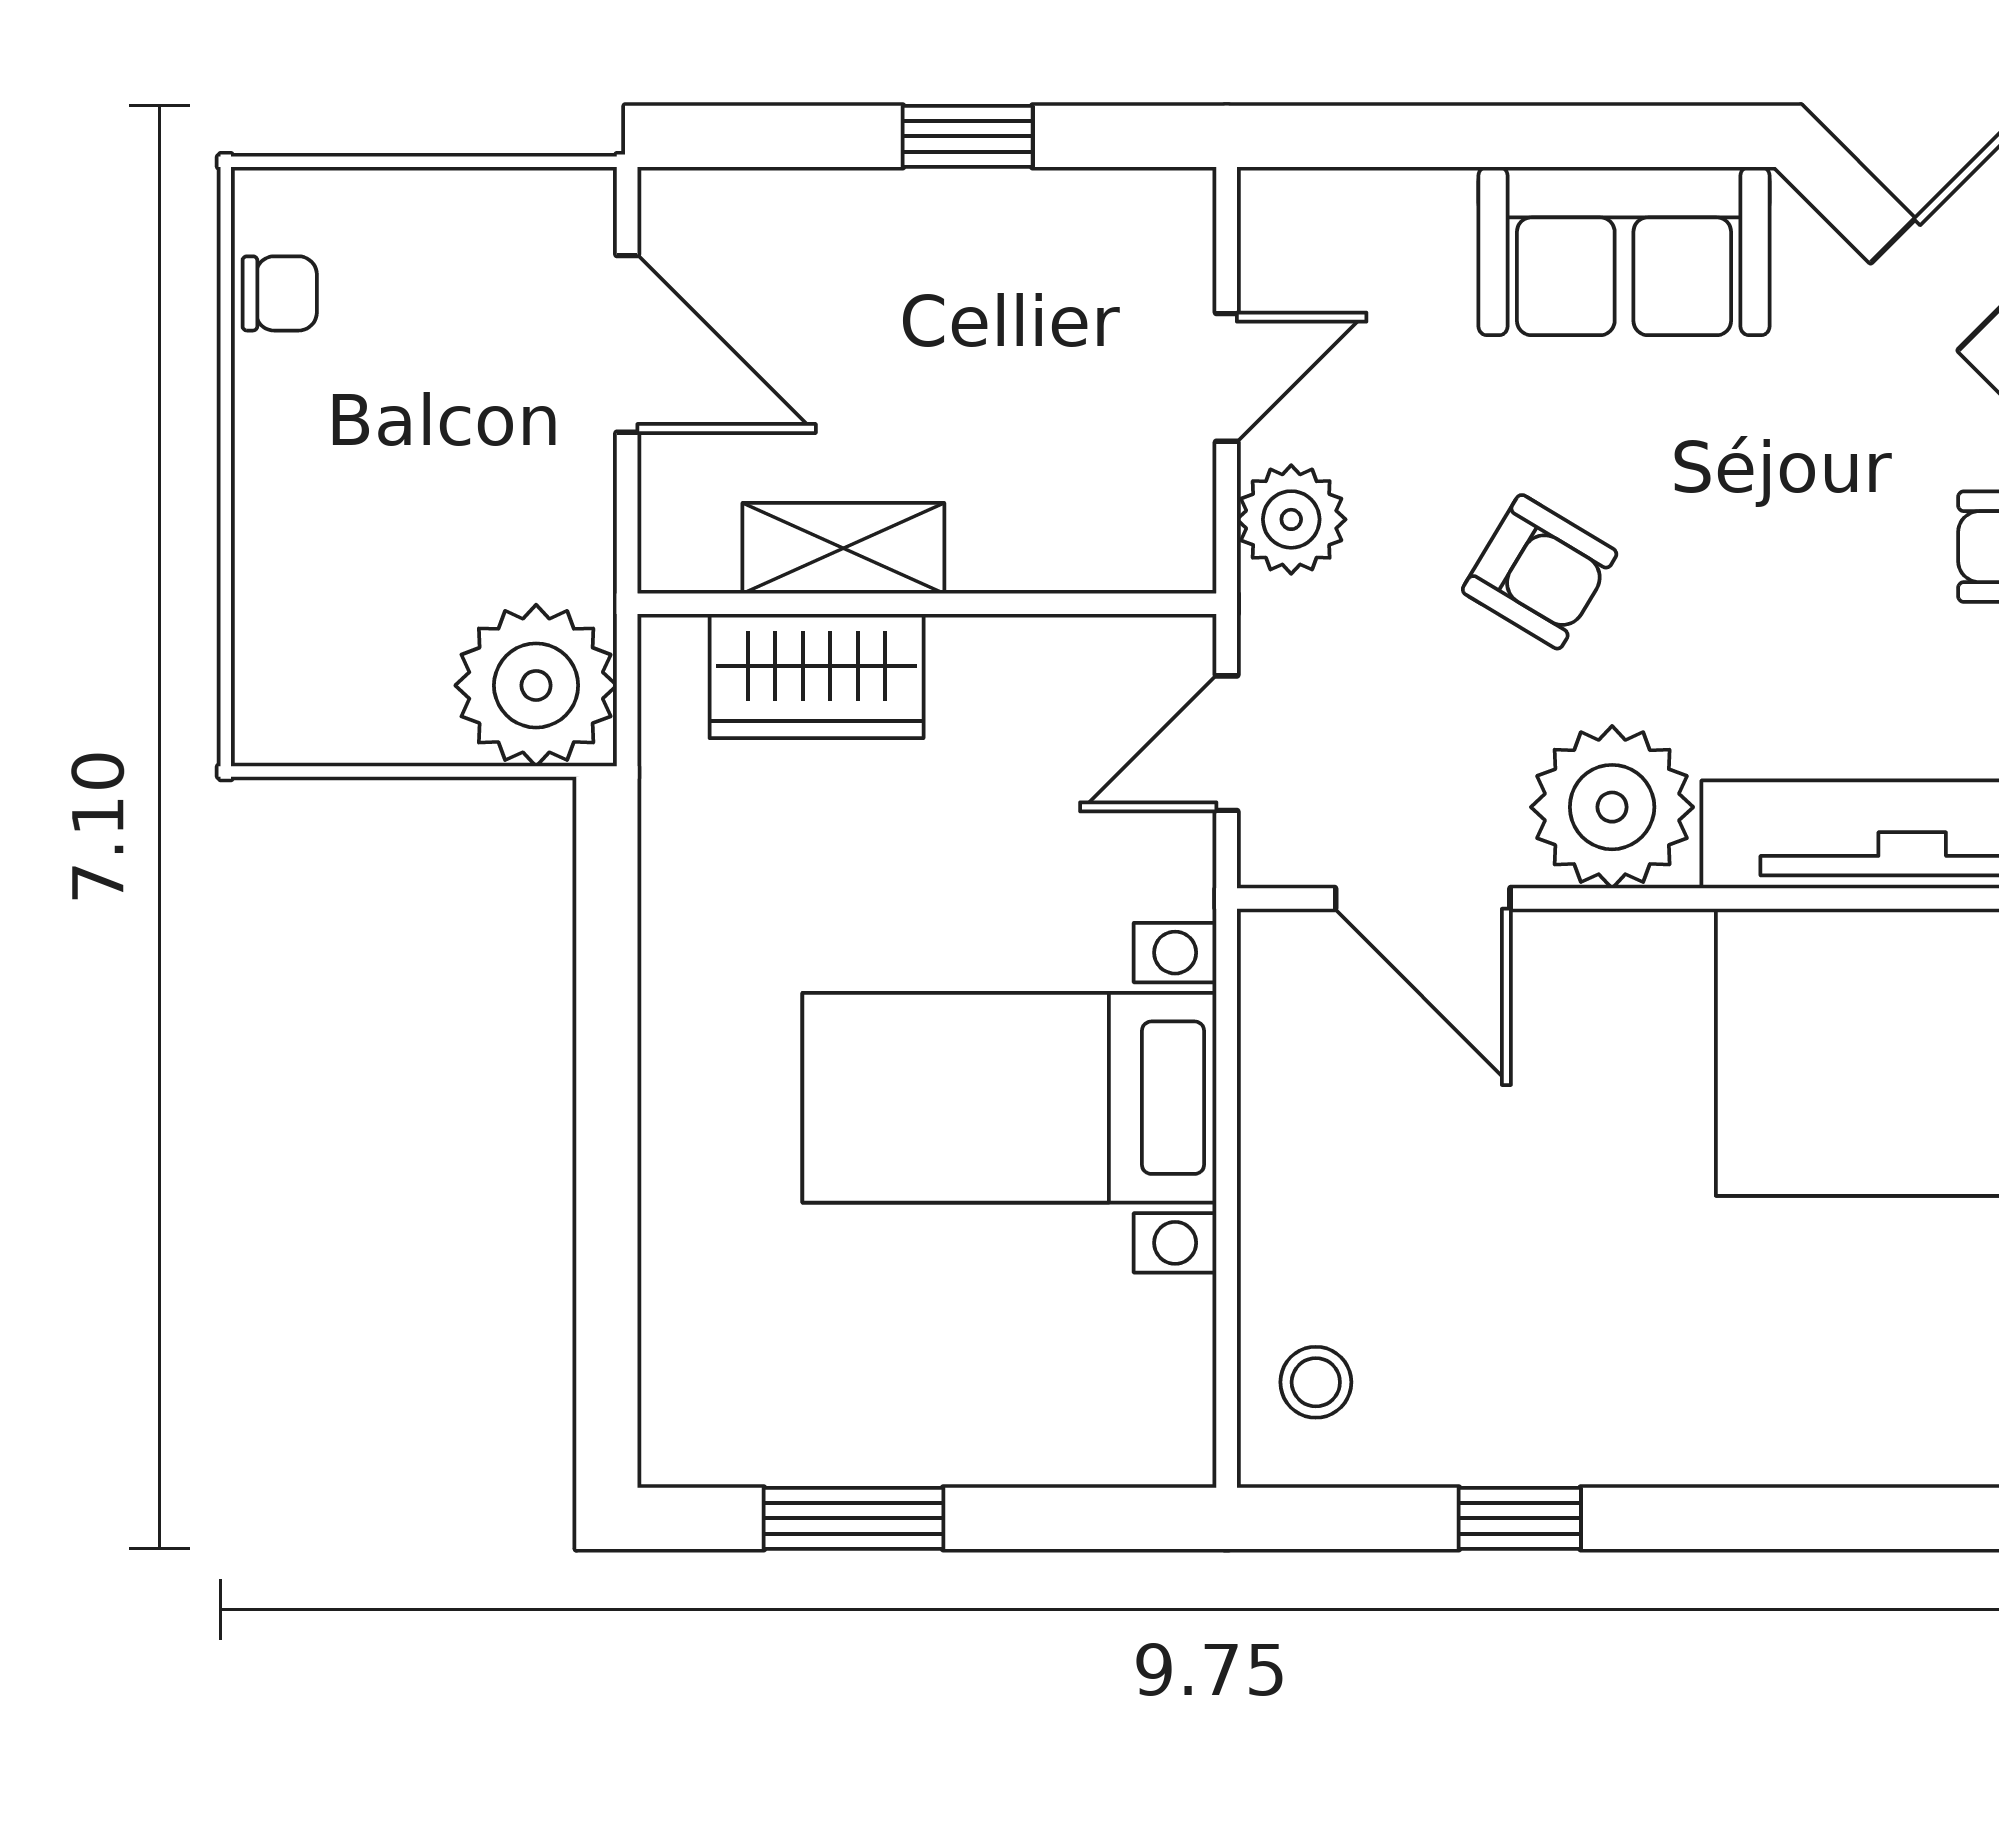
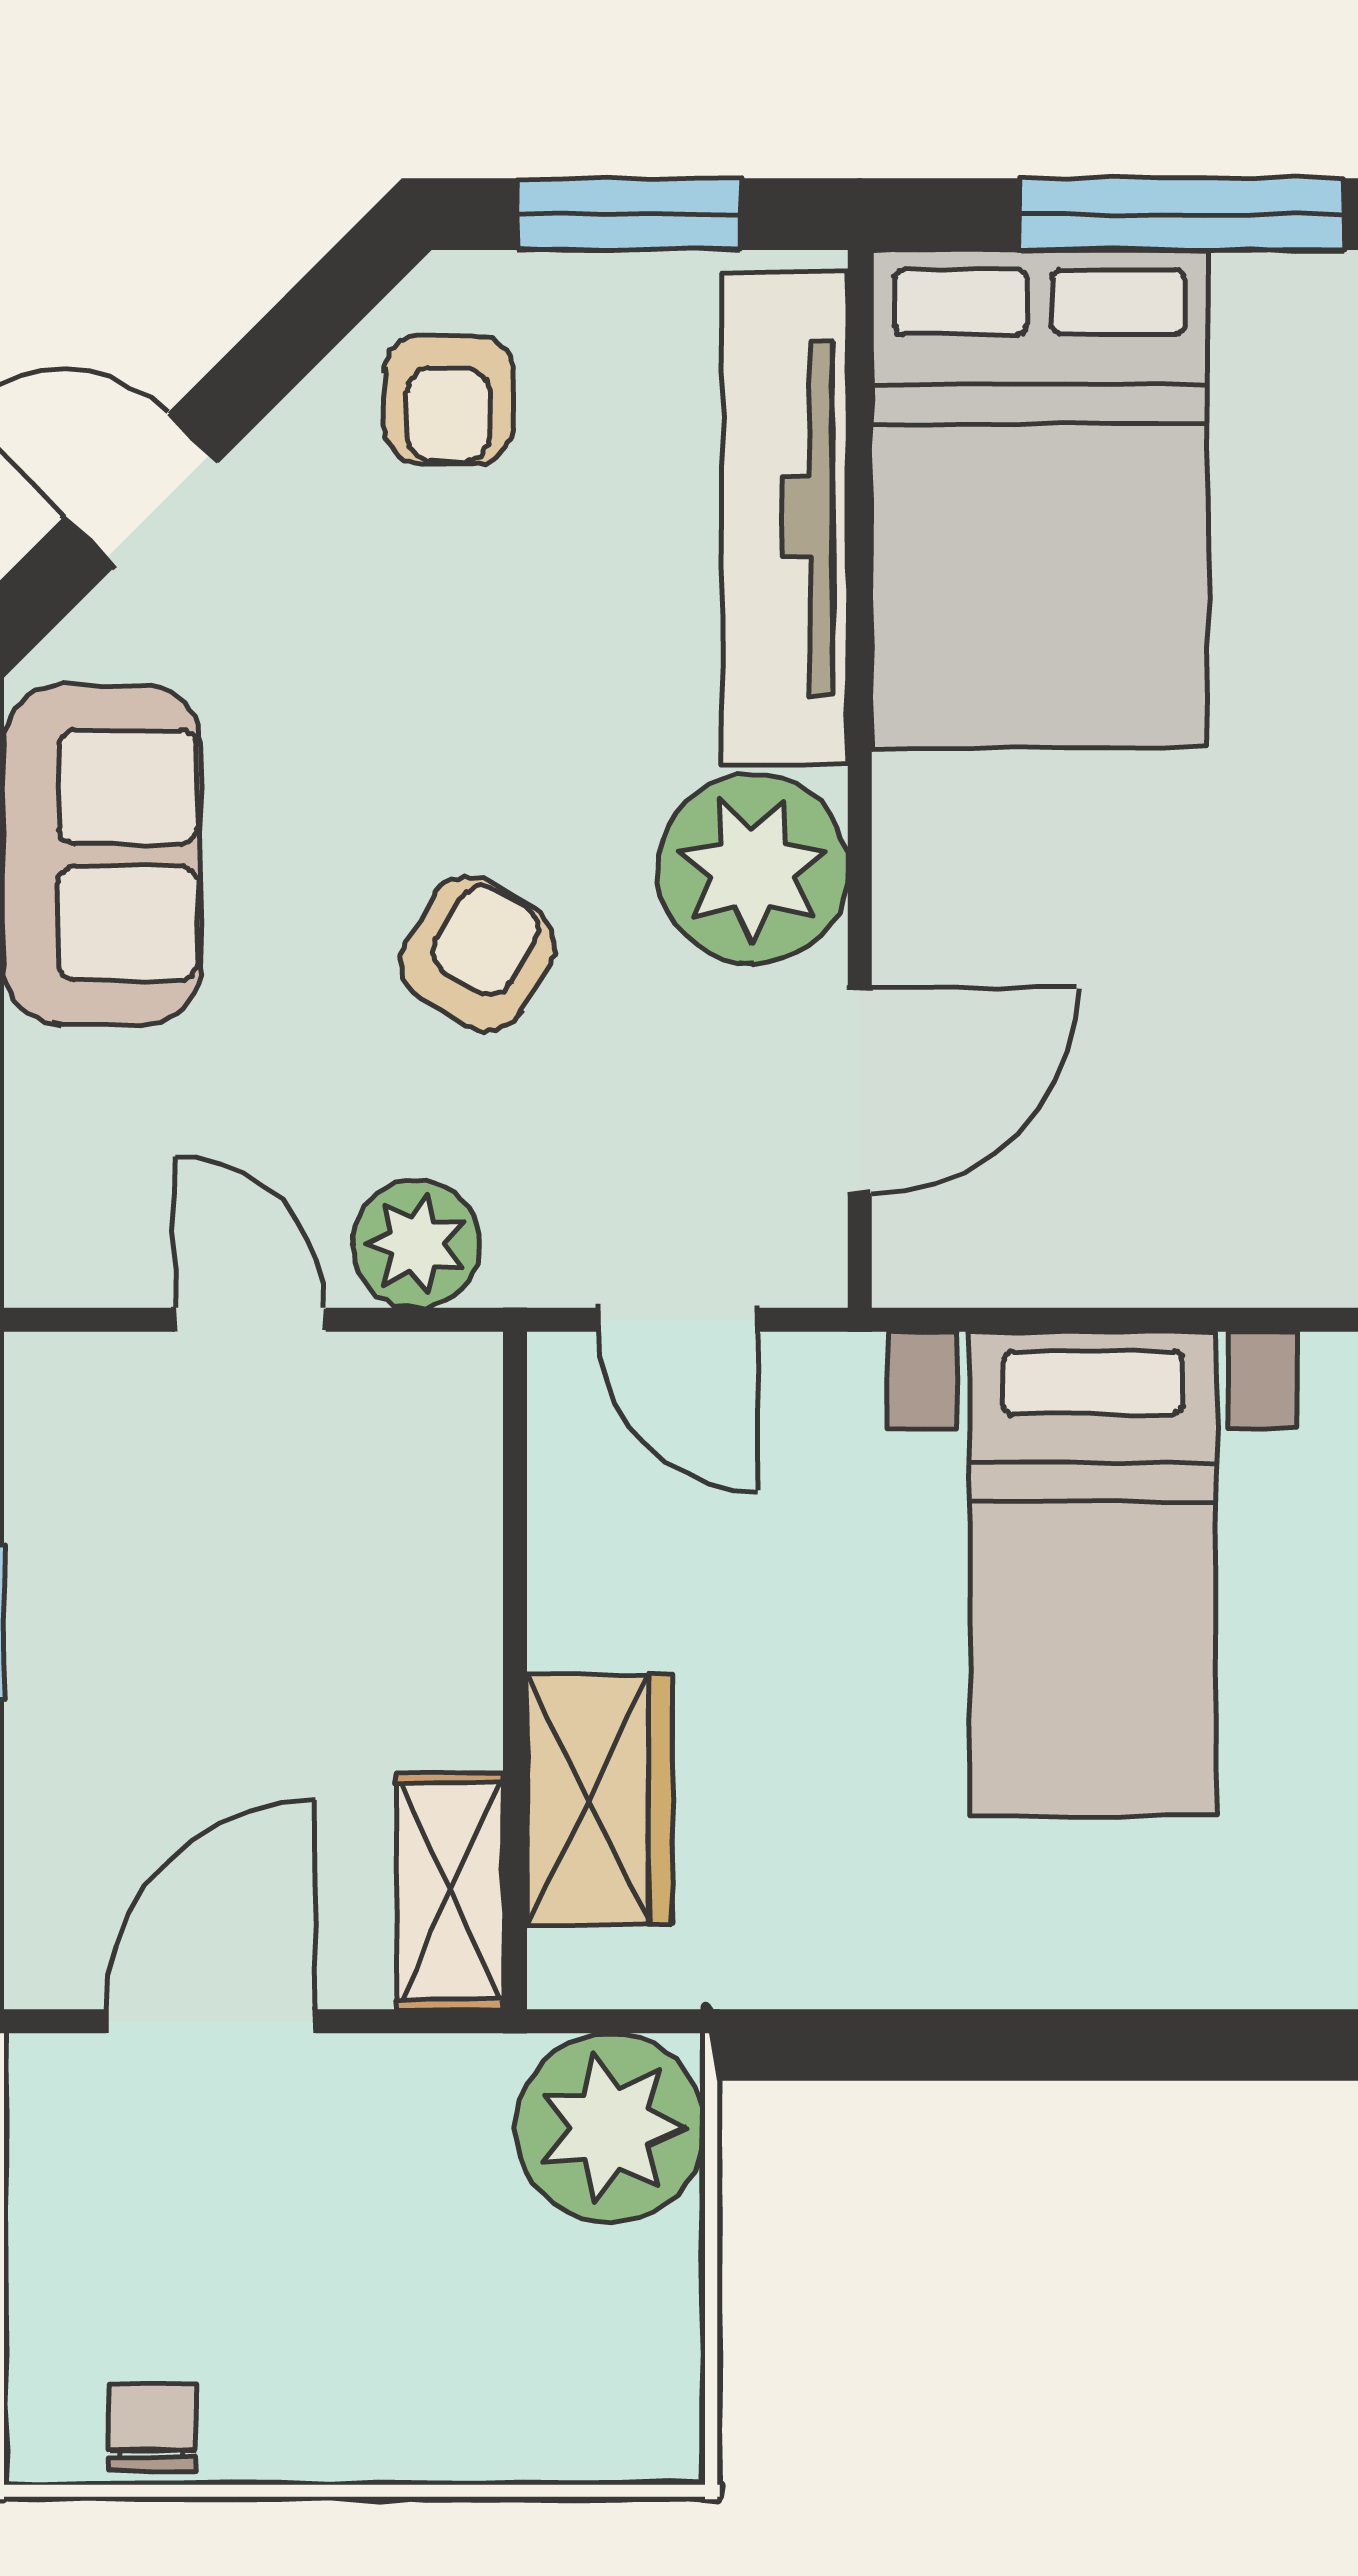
shelving: (843, 548) -> (450, 1891), moved

